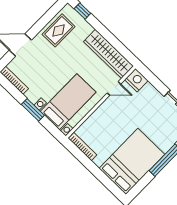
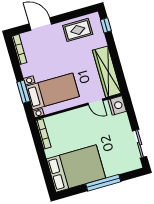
window: (33, 110) -> (23, 92), moved

